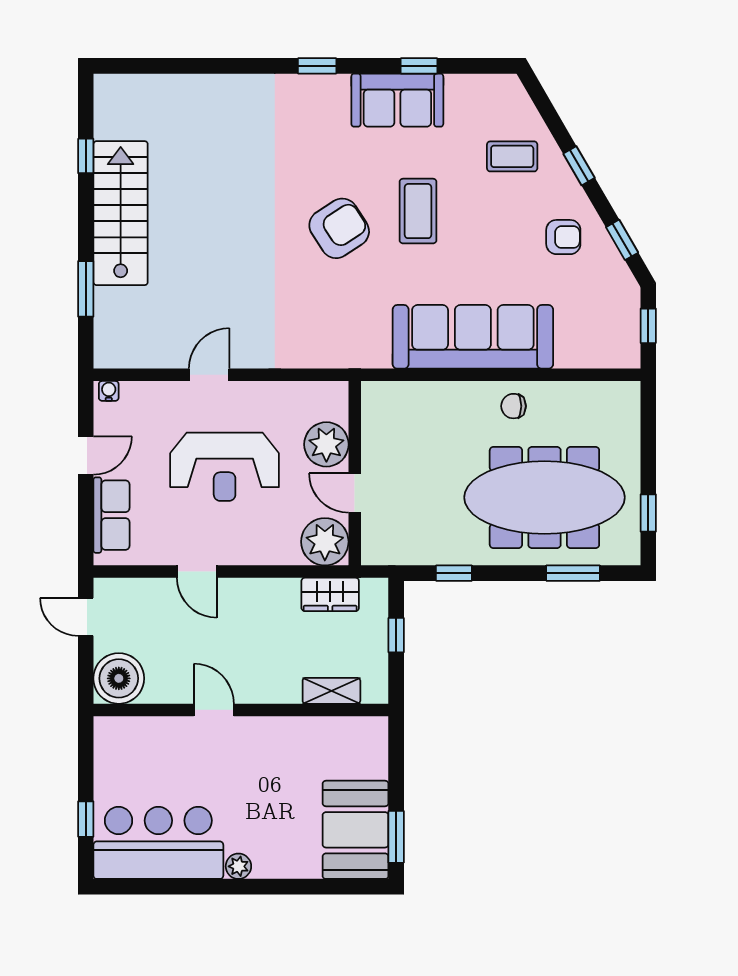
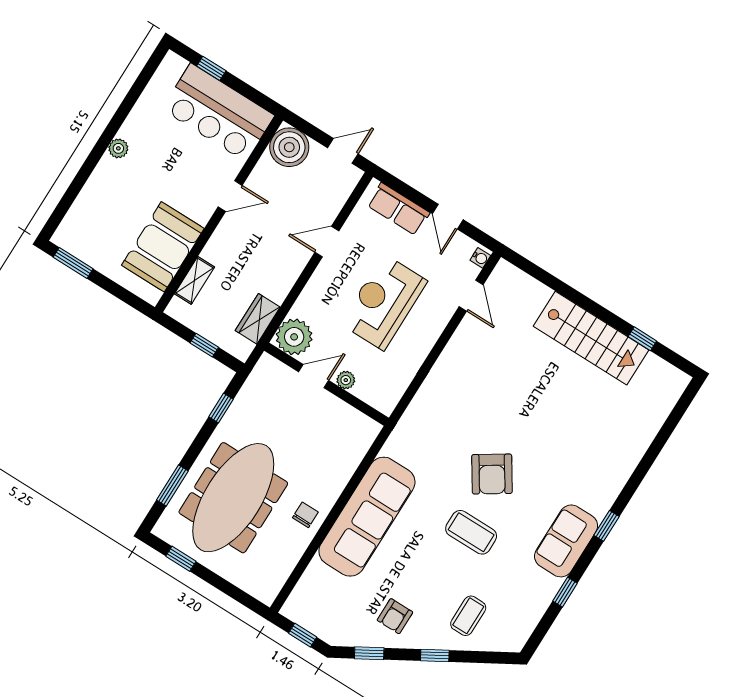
sofa: (397, 100) -> (566, 541), moved
window: (86, 289) -> (556, 285), removed
door: (209, 375) -> (471, 296), moved
plant: (326, 444) -> (346, 380), width x0.53, depth x0.53
booth: (356, 830) -> (163, 247), moved, turned 90
bar counter: (158, 843) -> (218, 112), moved, turned 90

